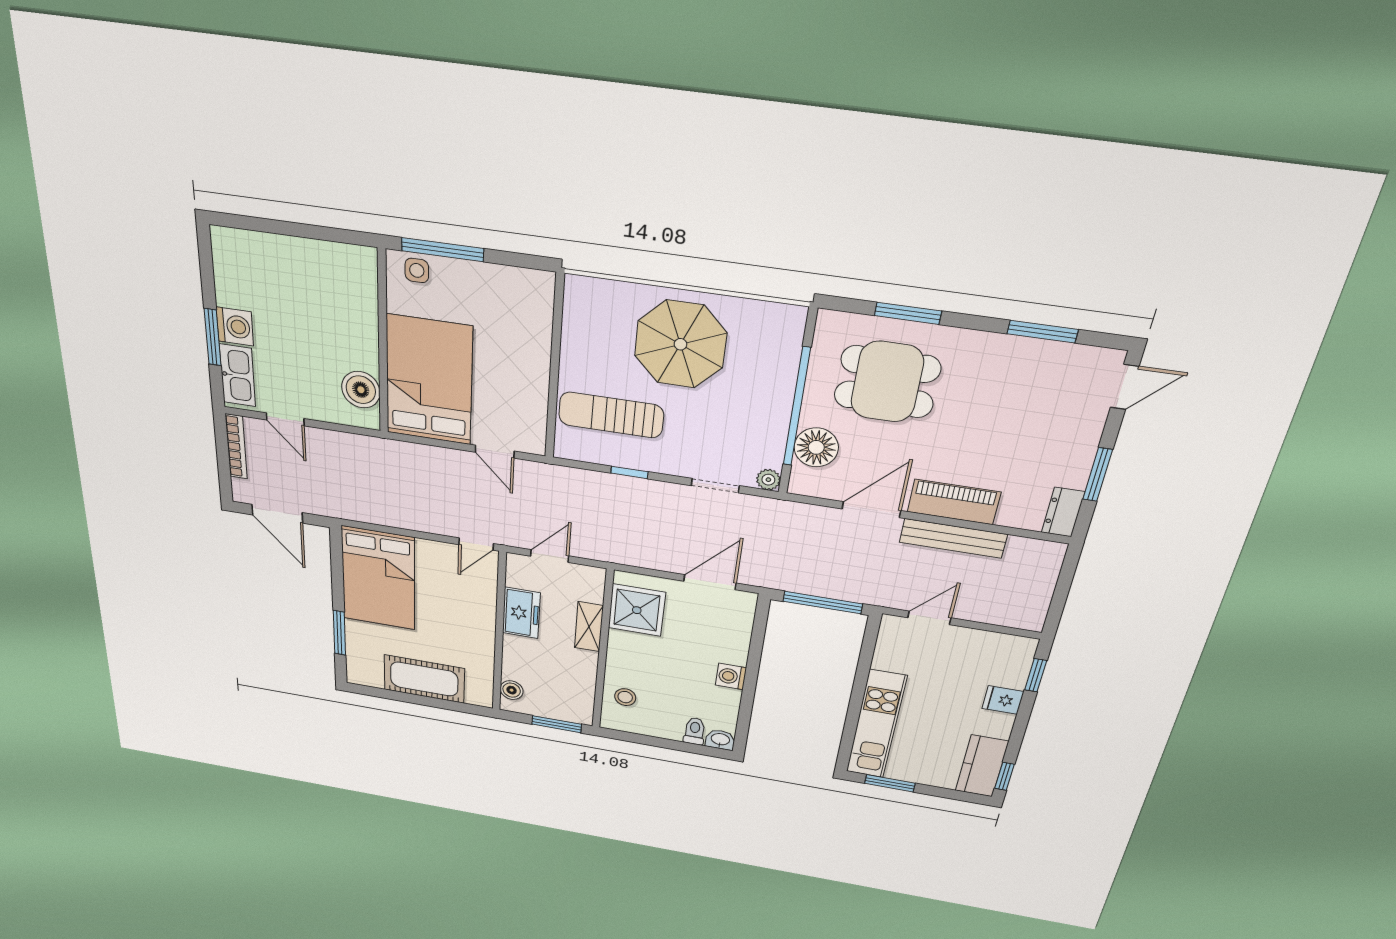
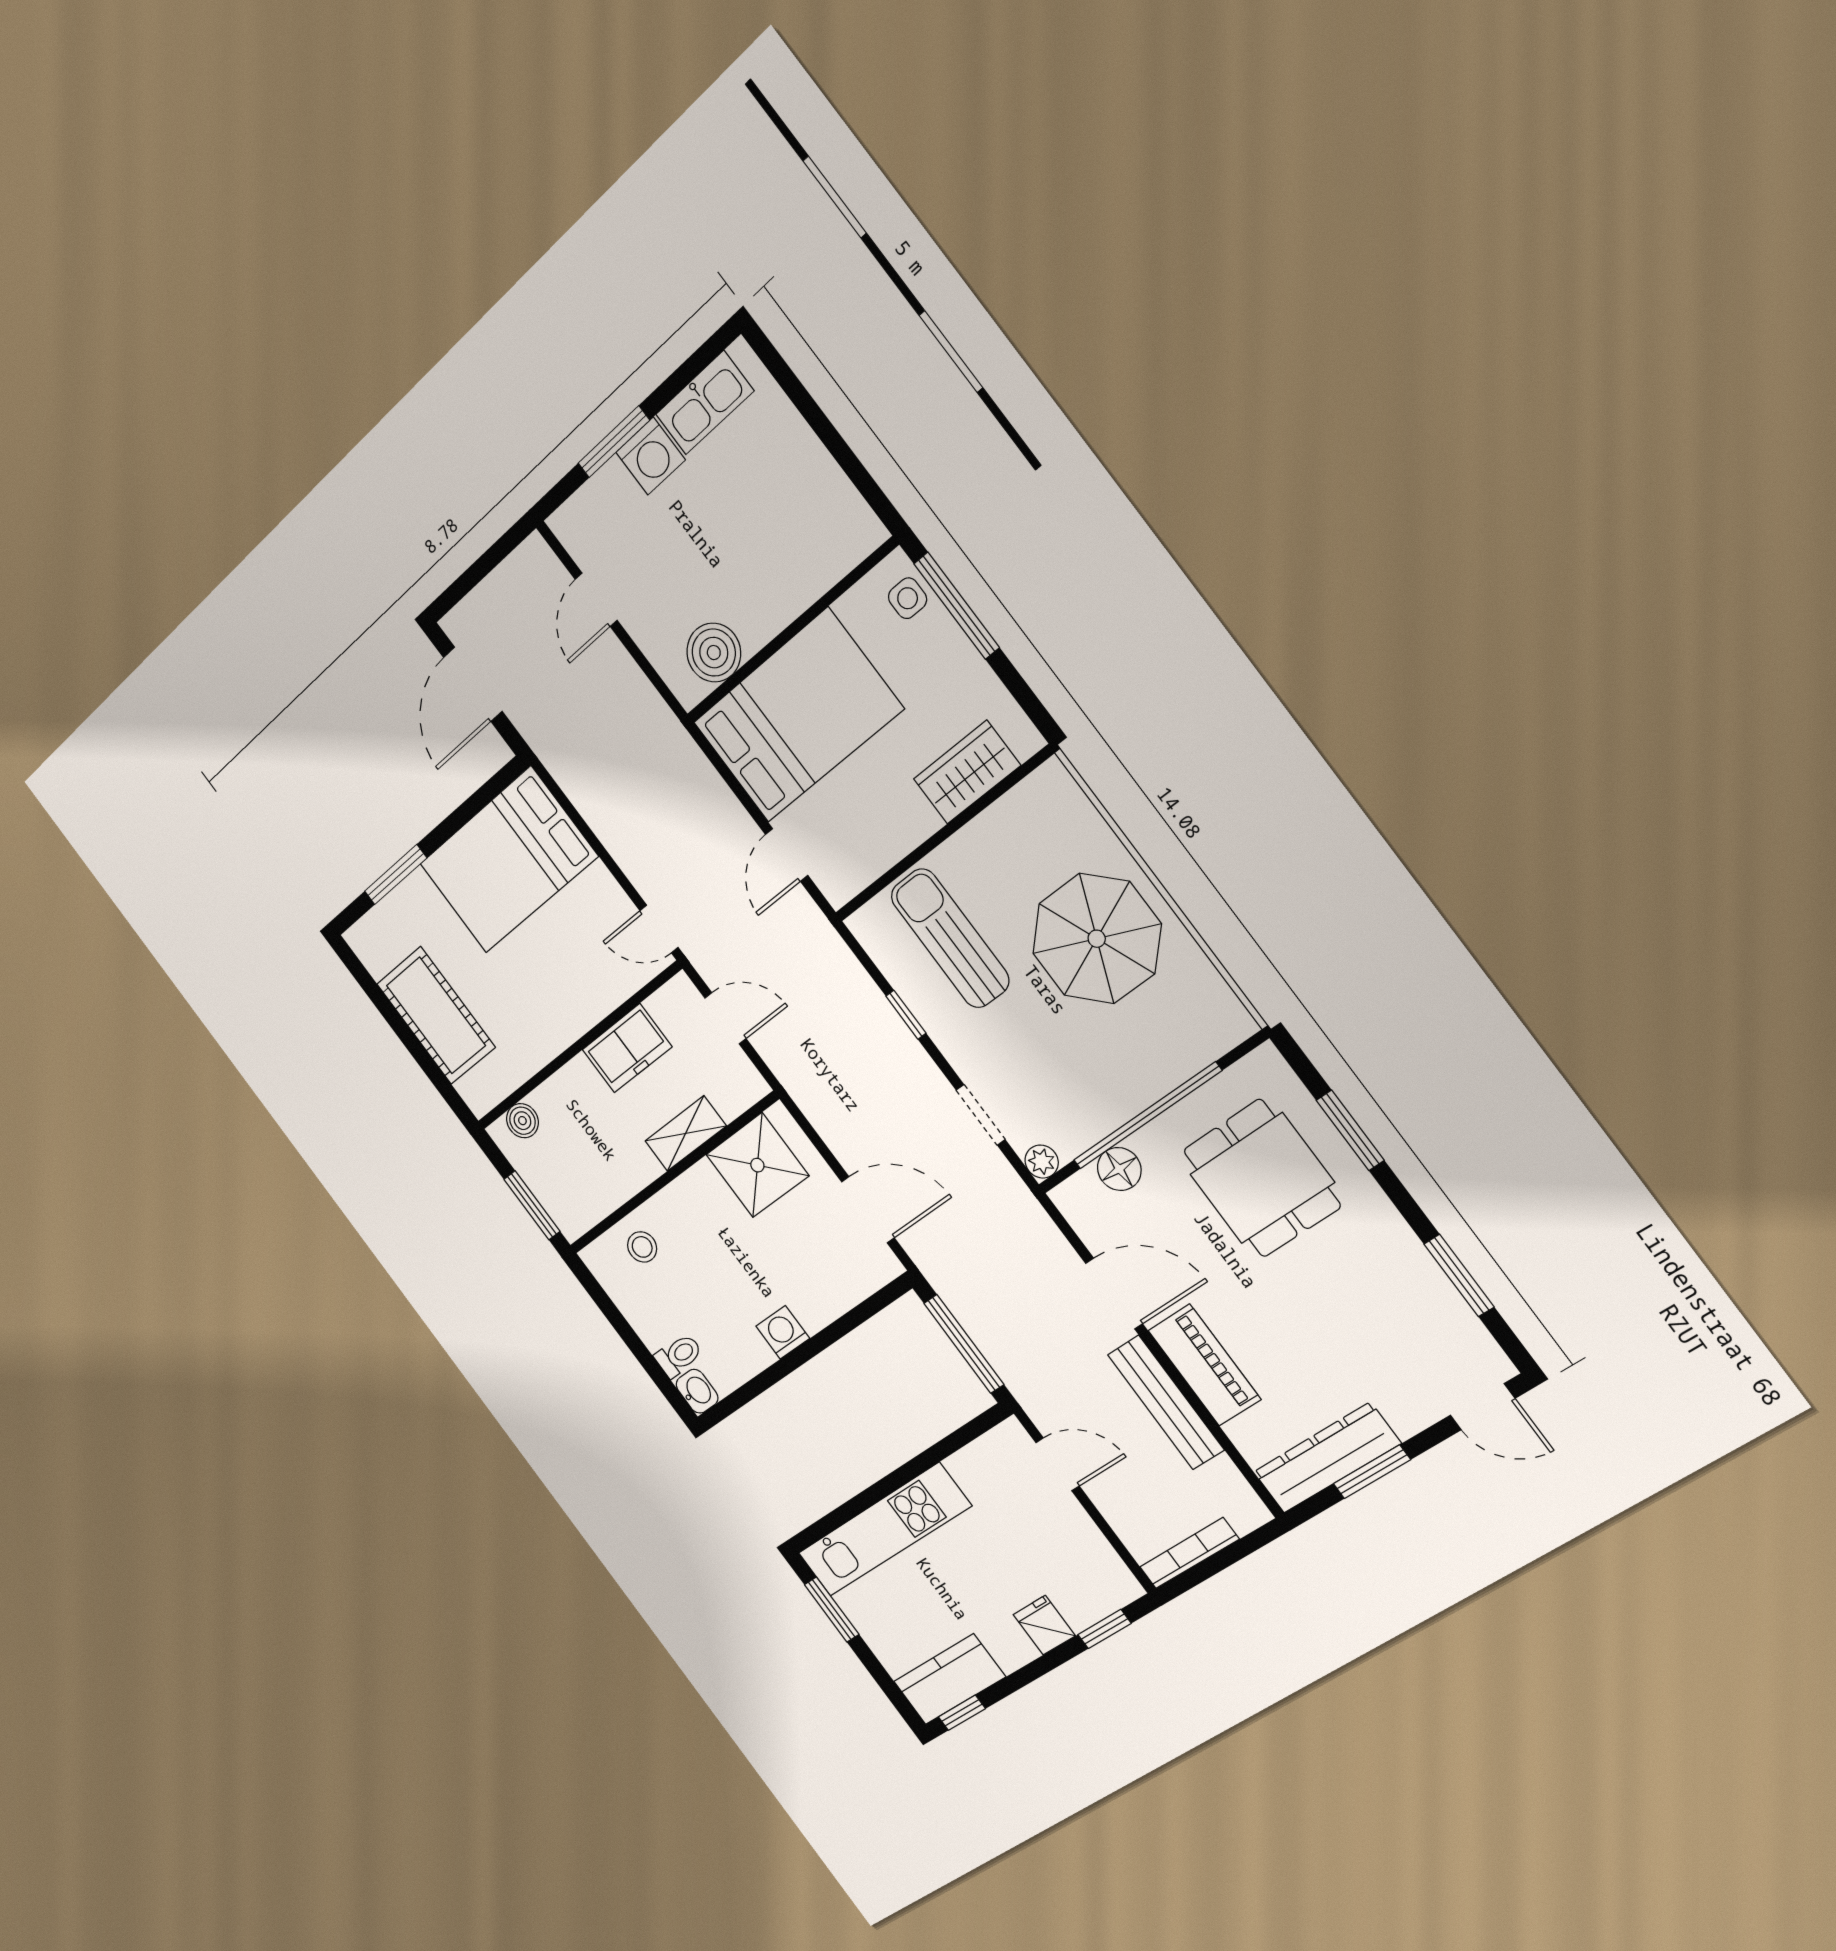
wardrobe: (533, 326) -> (967, 772), added
kitchen sink: (237, 375) -> (705, 403), moved
bookcase: (236, 447) -> (1189, 1553), moved, turned 180
floor lamp: (816, 447) -> (1119, 1169), width x0.73, depth x0.73
dresser: (1063, 512) -> (1327, 1458), width x1.96, depth x1.24

